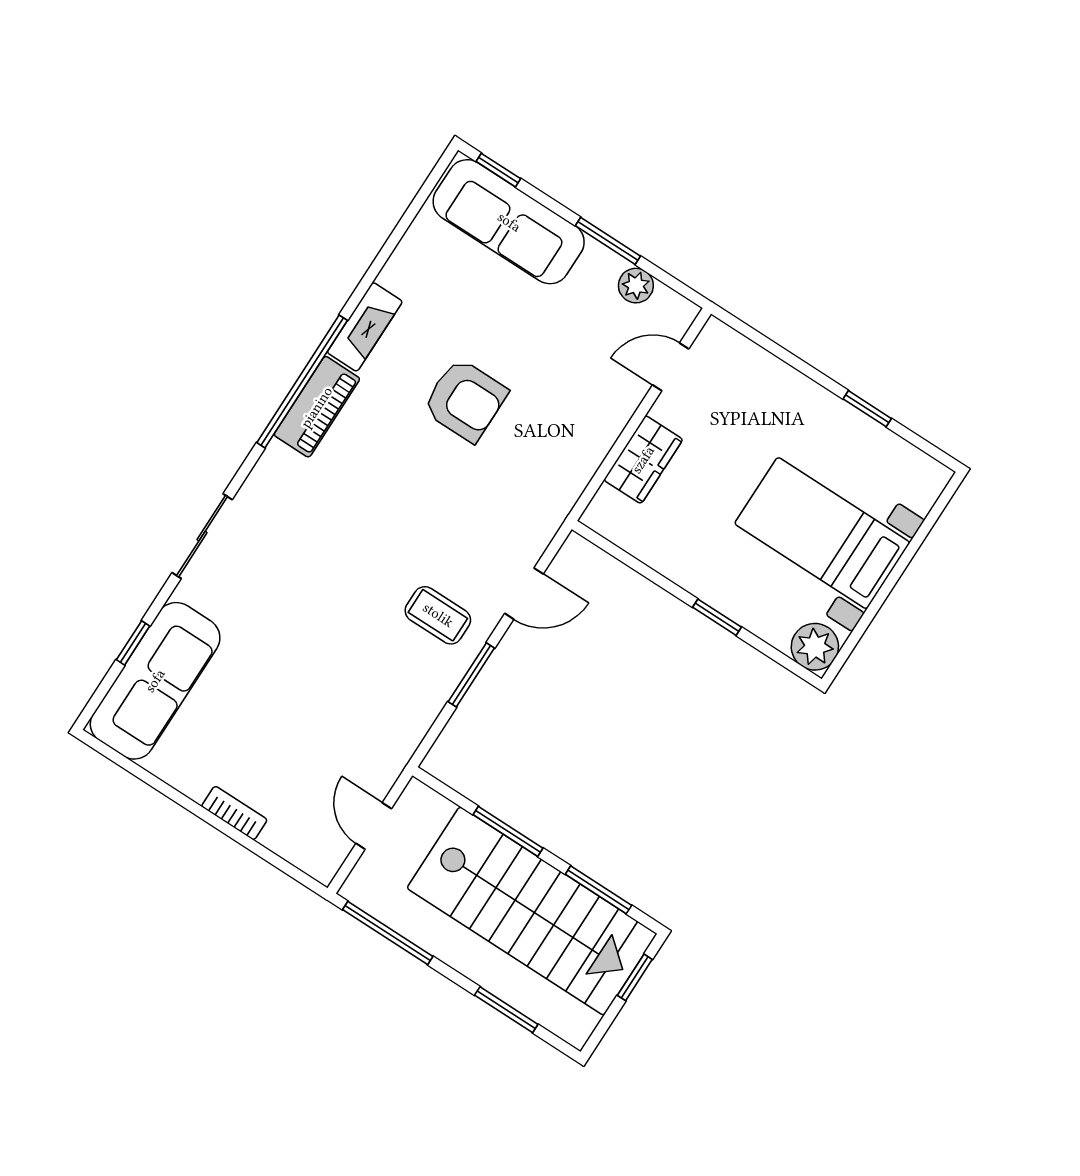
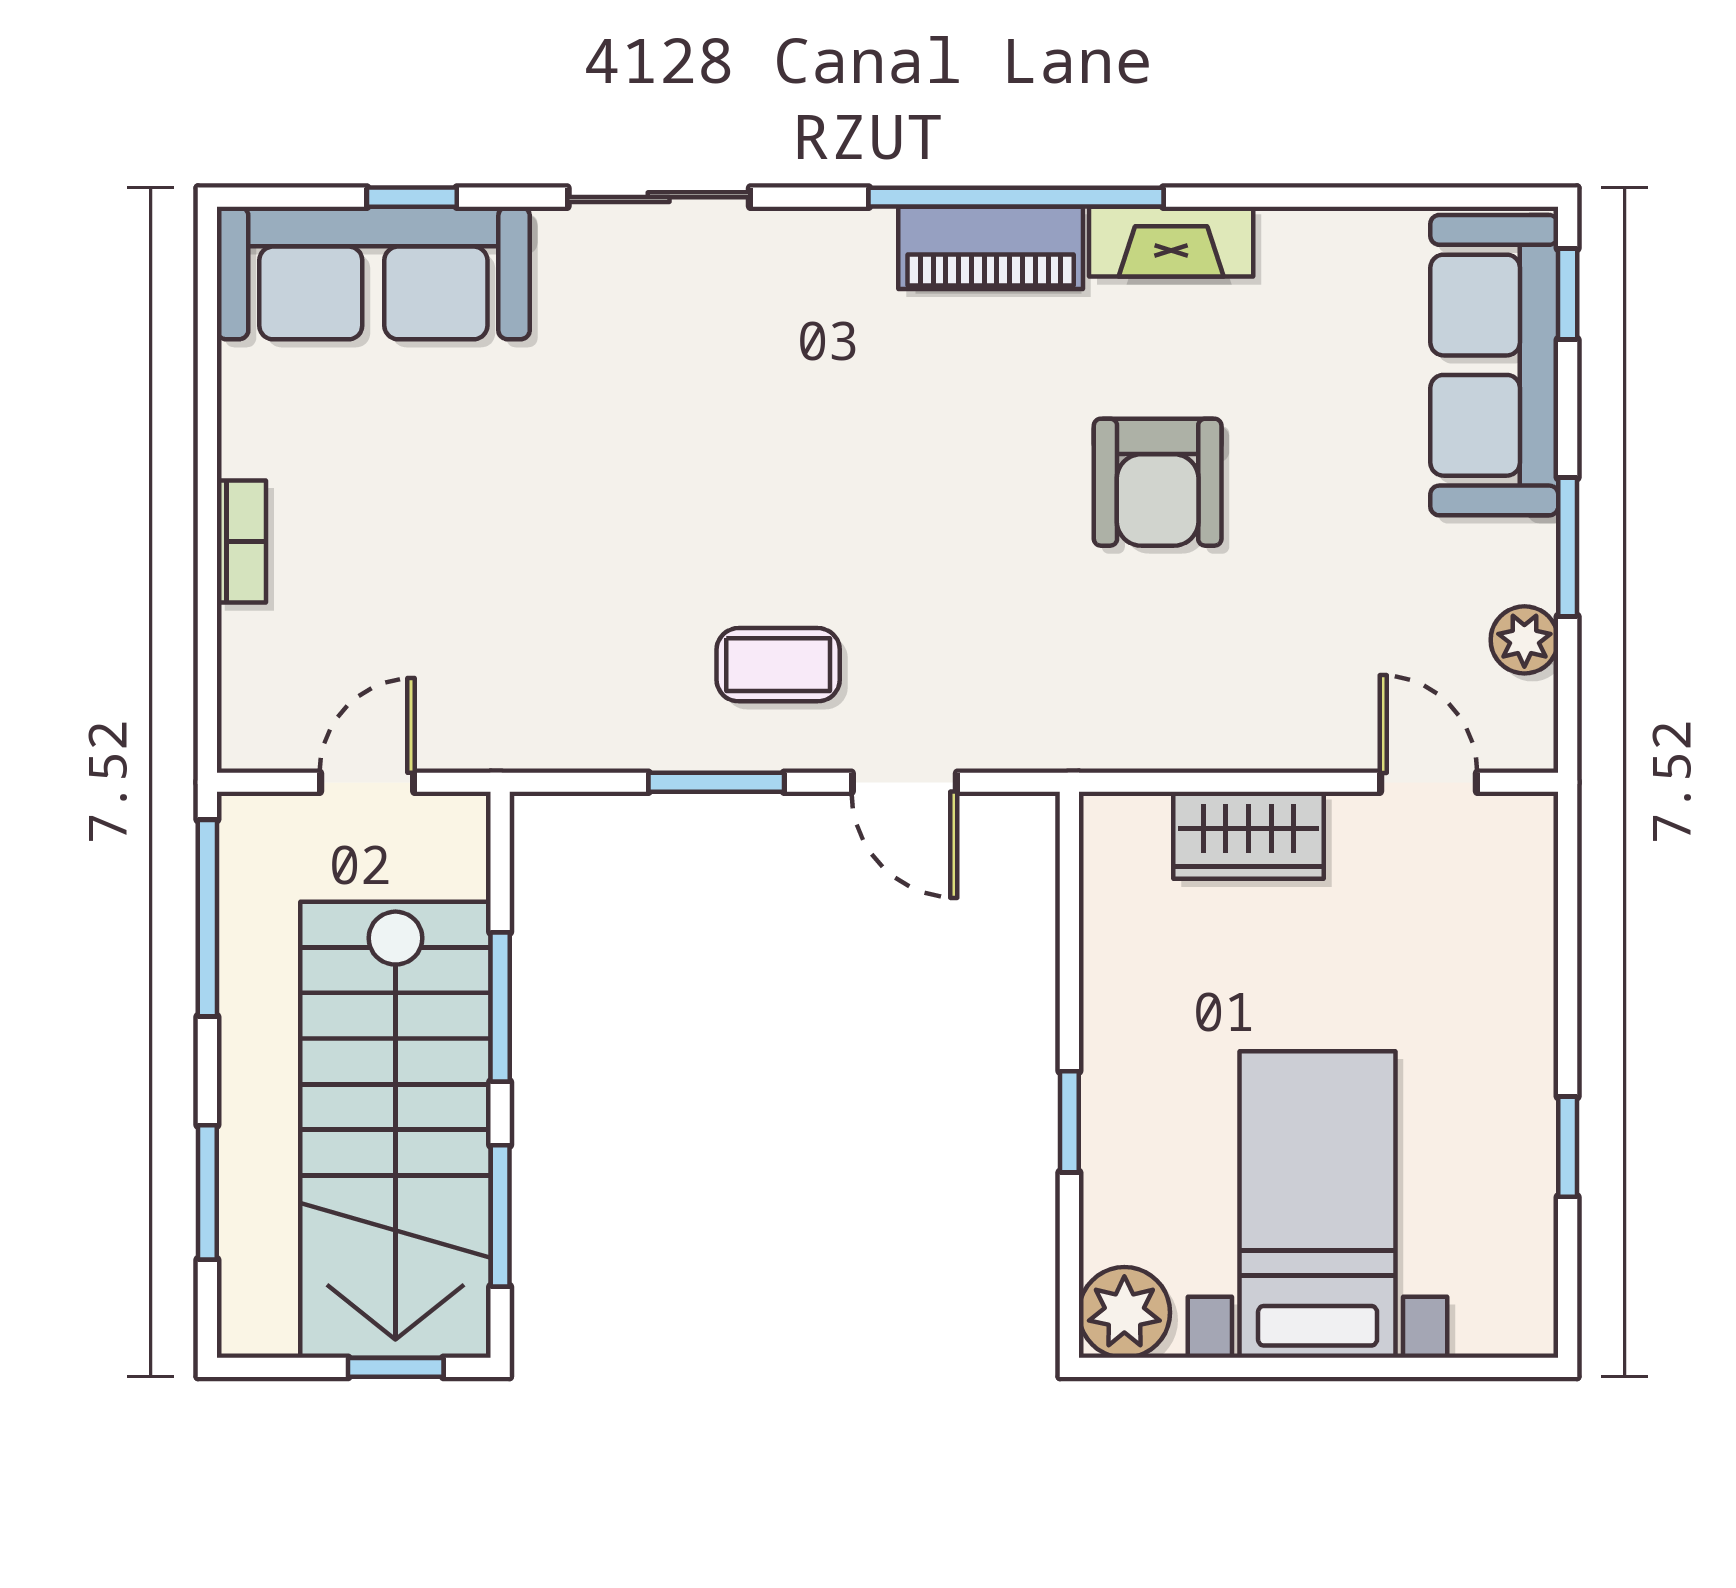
coffee table: (438, 615) -> (778, 665), turned 90

